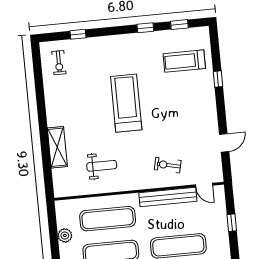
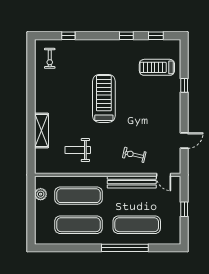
weight bench: (102, 166) -> (78, 150), turned 180
plant: (65, 235) -> (41, 194), moved

